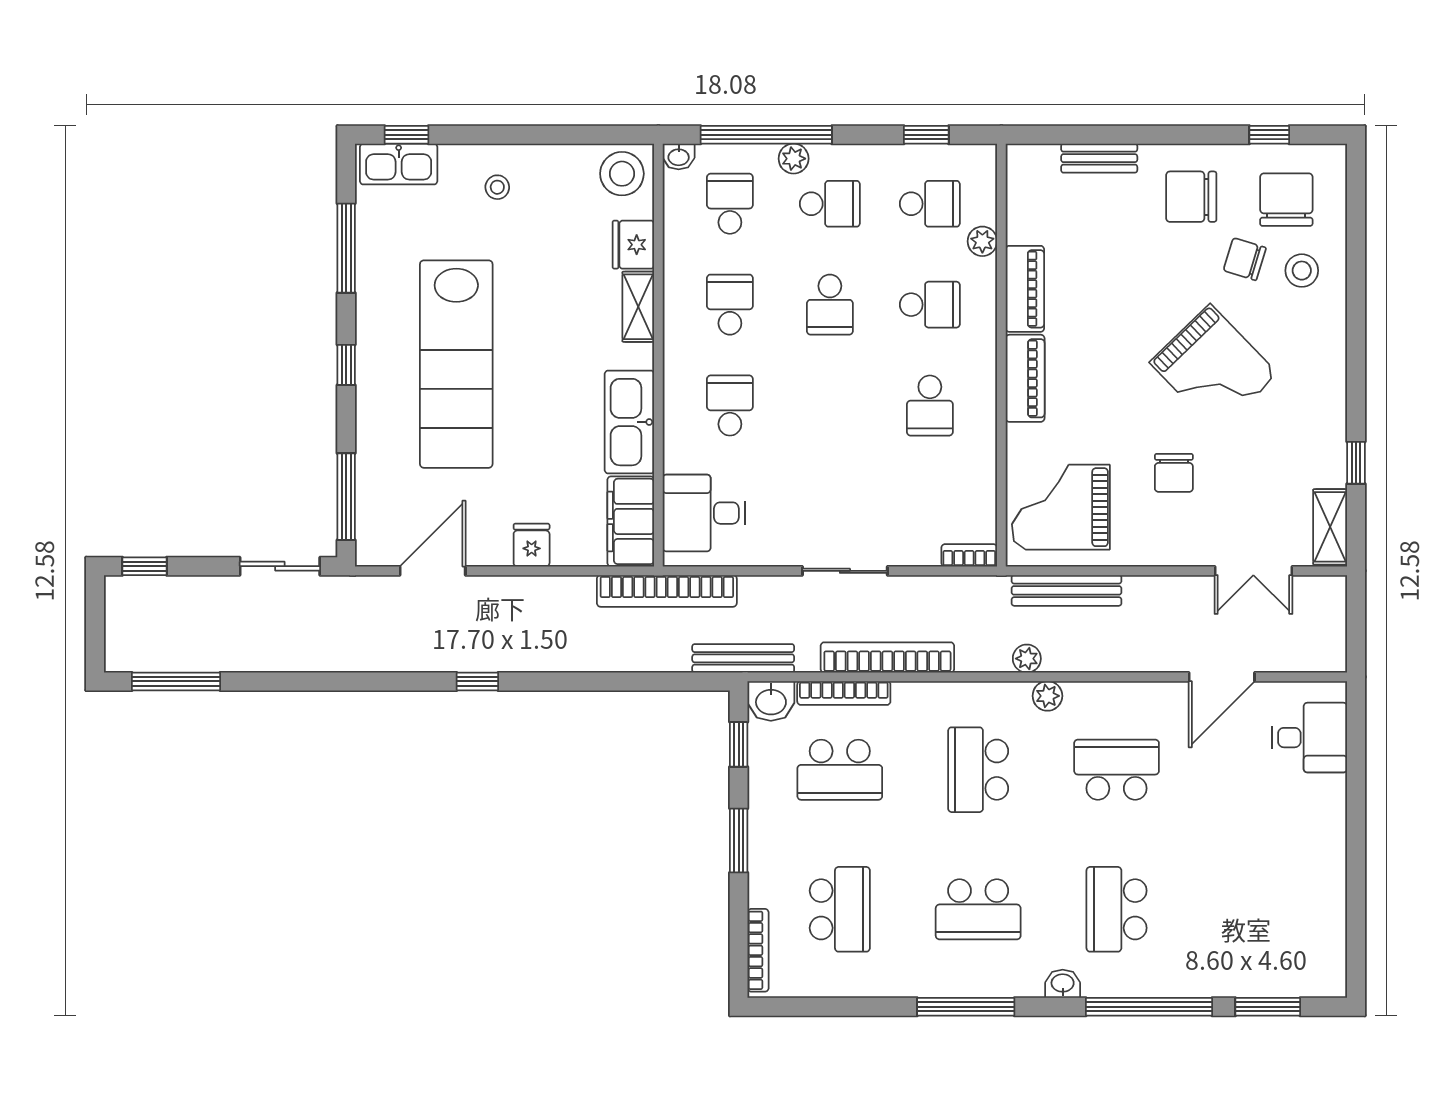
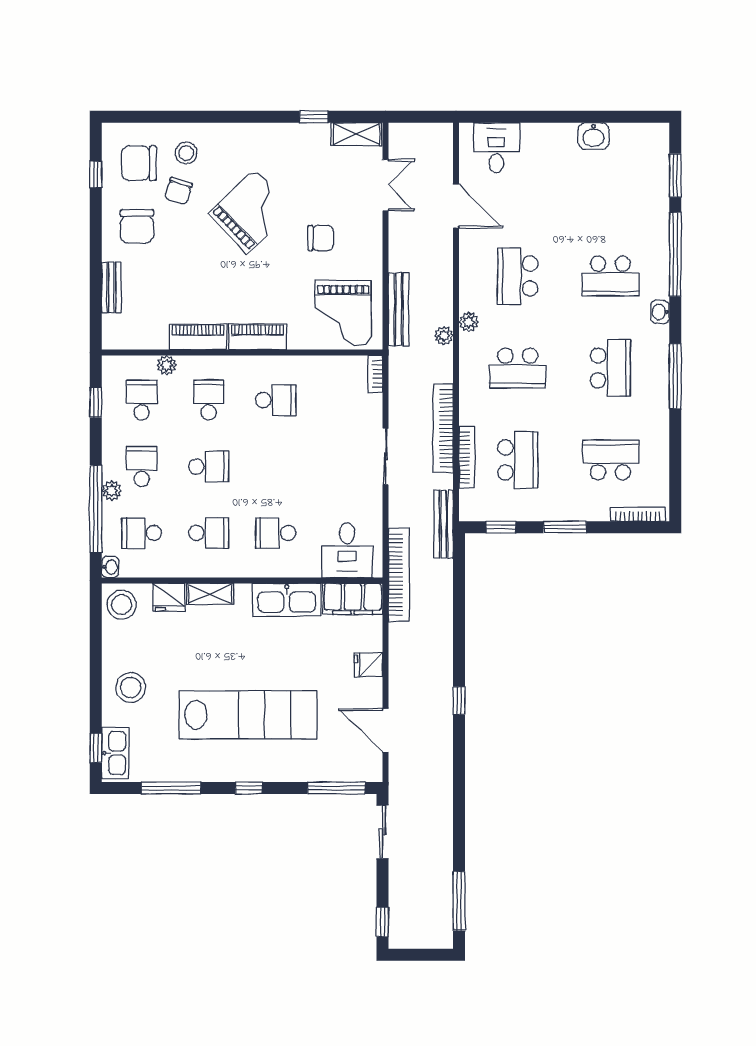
stool: (497, 187) -> (131, 688), width x1.89, depth x1.89
school desk: (730, 305) -> (209, 533), turned 180
washbasin: (771, 701) -> (593, 136), moved, turned 90

